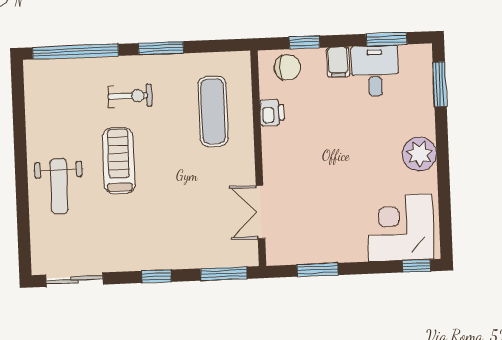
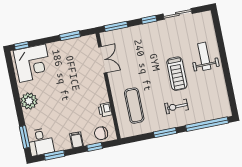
desk: (375, 71) -> (41, 142), moved
sliding door: (74, 280) -> (177, 14), moved

